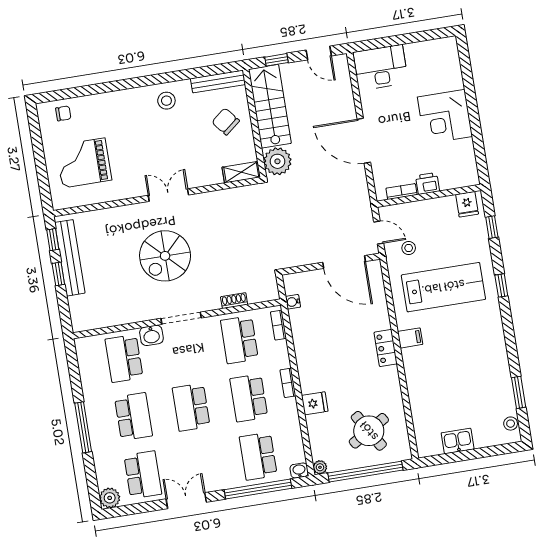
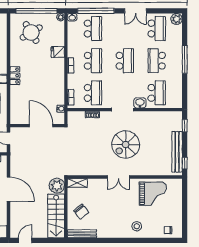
door: (319, 53) -> (25, 240), hinge flipped
window: (277, 60) -> (48, 240), removed
stool: (166, 101) -> (137, 226), moved
grand piano: (84, 163) -> (153, 194), moved
spiral stairs: (165, 256) -> (126, 145), turned 180
door: (344, 262) -> (41, 126), moved
window: (58, 274) -> (185, 126), moved
school desk: (143, 475) -> (157, 29), turned 180

